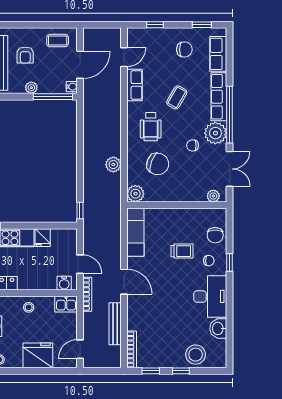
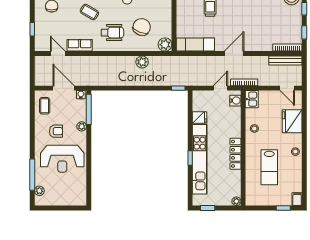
bench: (115, 324) -> (285, 61), moved

